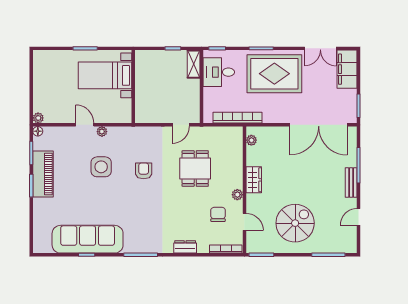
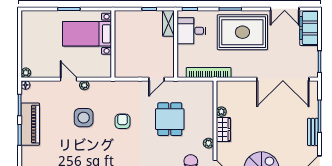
plant: (251, 140) -> (221, 112), moved

